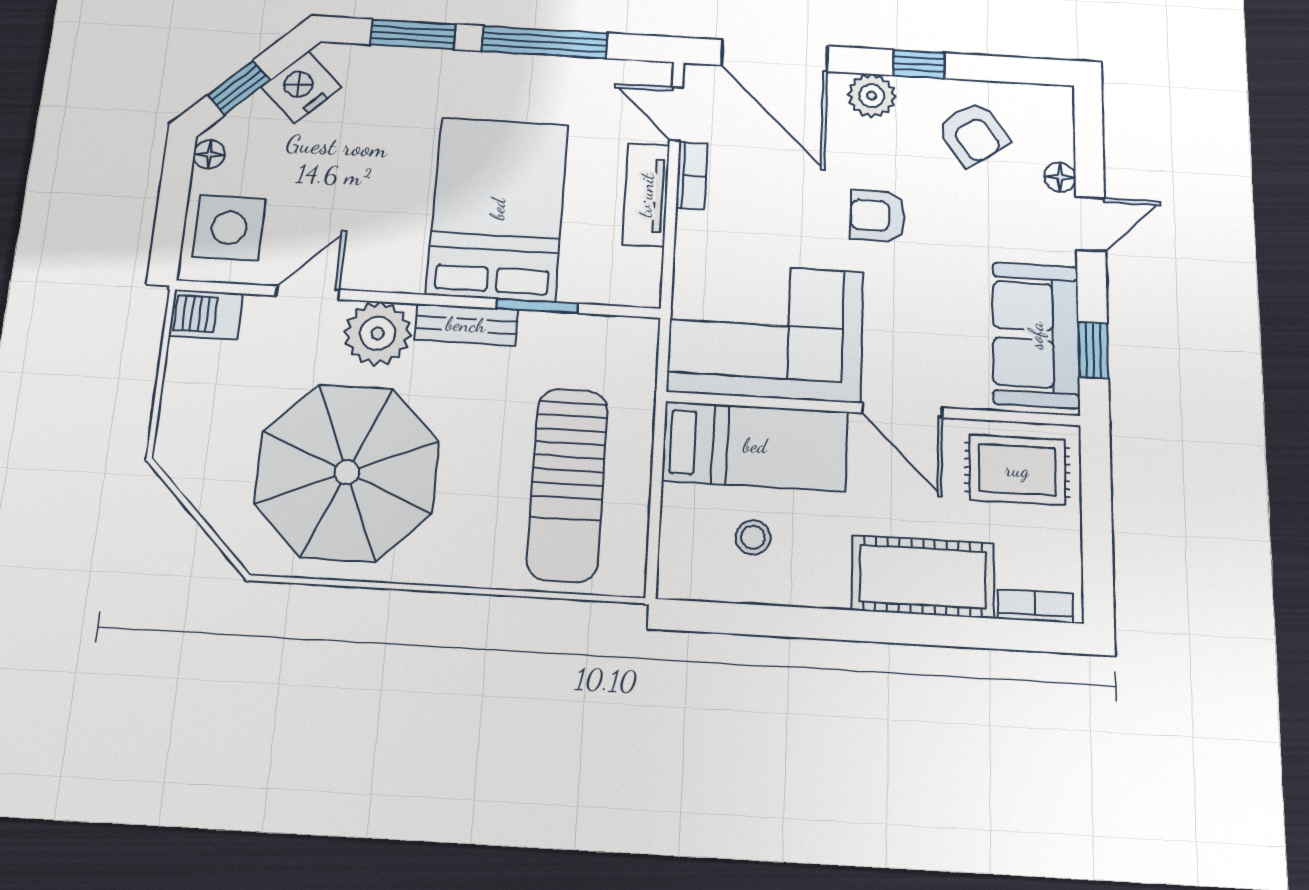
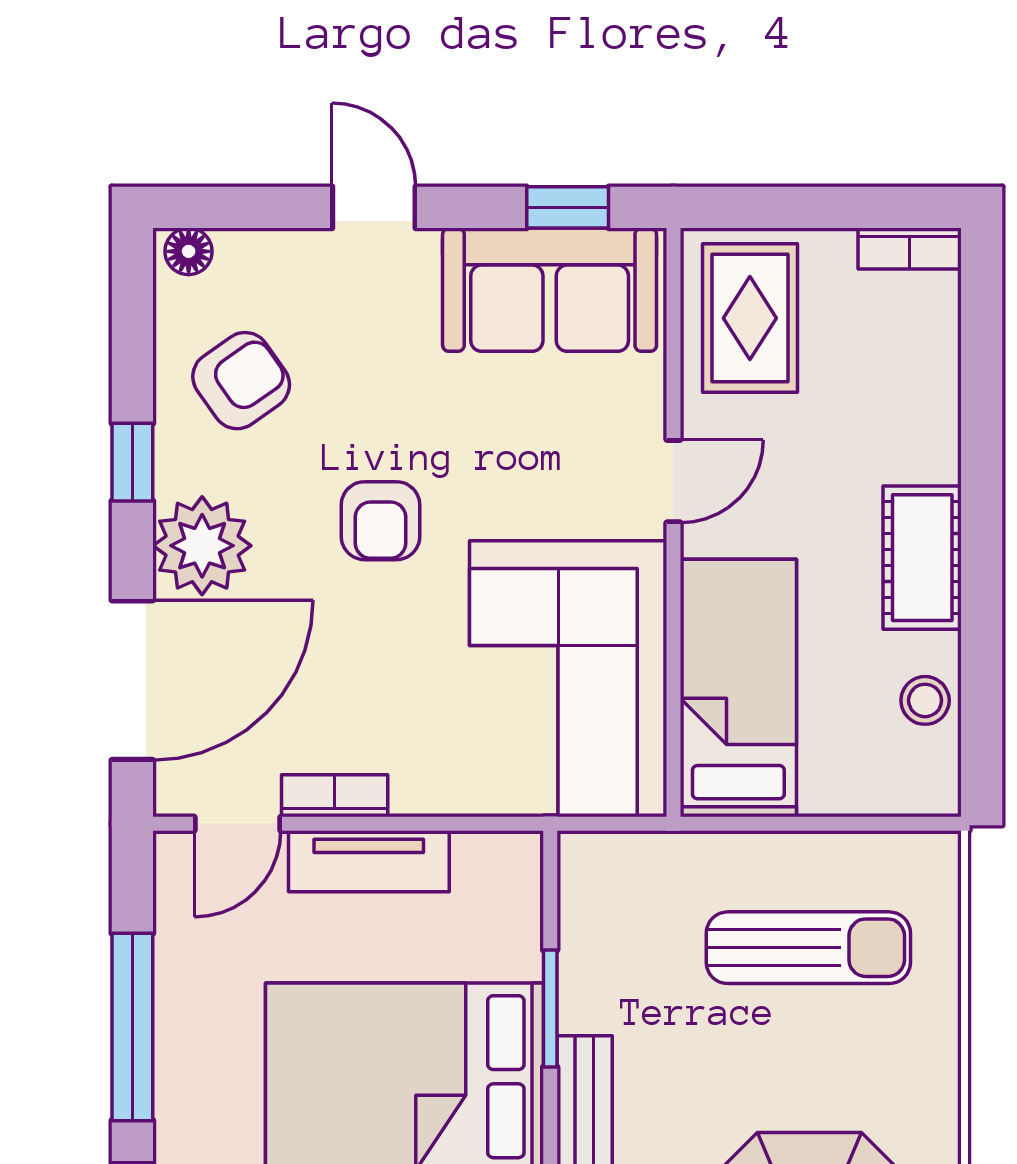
plant: (872, 96) -> (202, 546), width x1.36, depth x1.36
floor lamp: (1060, 177) -> (189, 251), moved
door: (902, 410) -> (673, 481), width x0.73
sun lounger: (568, 484) -> (808, 948), width x0.73, depth x0.75
stool: (753, 537) -> (925, 700), moved
cot: (923, 577) -> (922, 558), moved, width x0.73, depth x0.75
bookcase: (1035, 606) -> (910, 248), moved, turned -90

